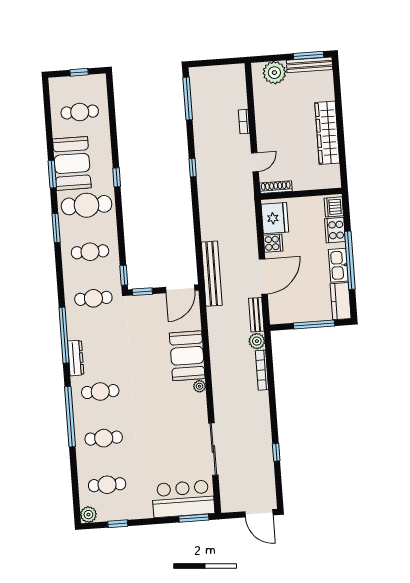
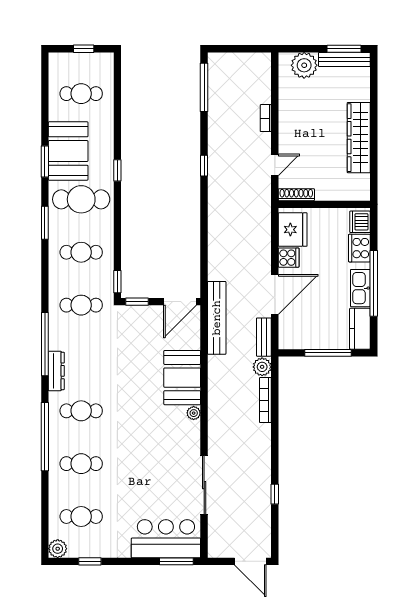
bench: (212, 274) -> (217, 318), moved

